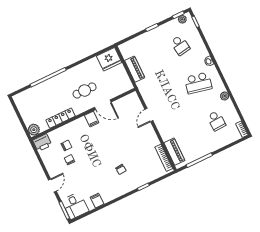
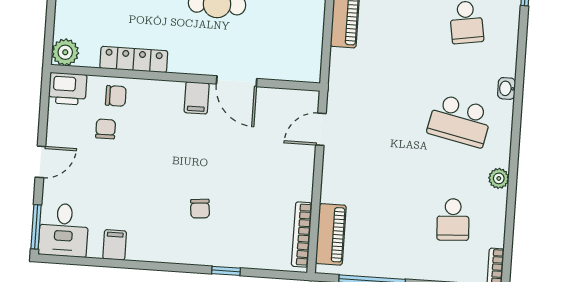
door: (103, 105) -> (237, 81), moved
wall: (83, 114) -> (185, 78), moved
locker: (61, 118) -> (134, 59), moved
filing cabinet: (92, 119) -> (197, 98), moved
plant: (34, 130) -> (65, 52), moved
printer: (42, 143) -> (68, 89), moved

